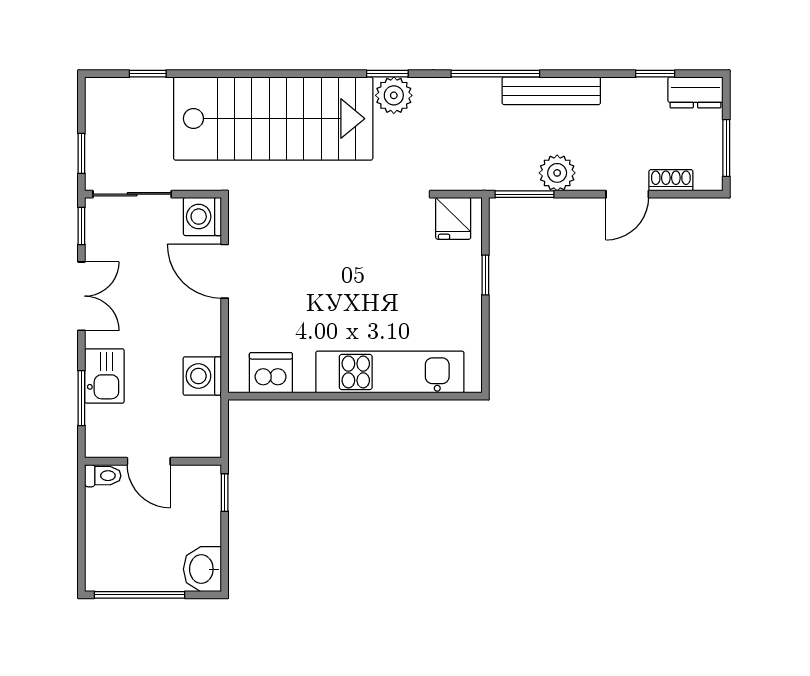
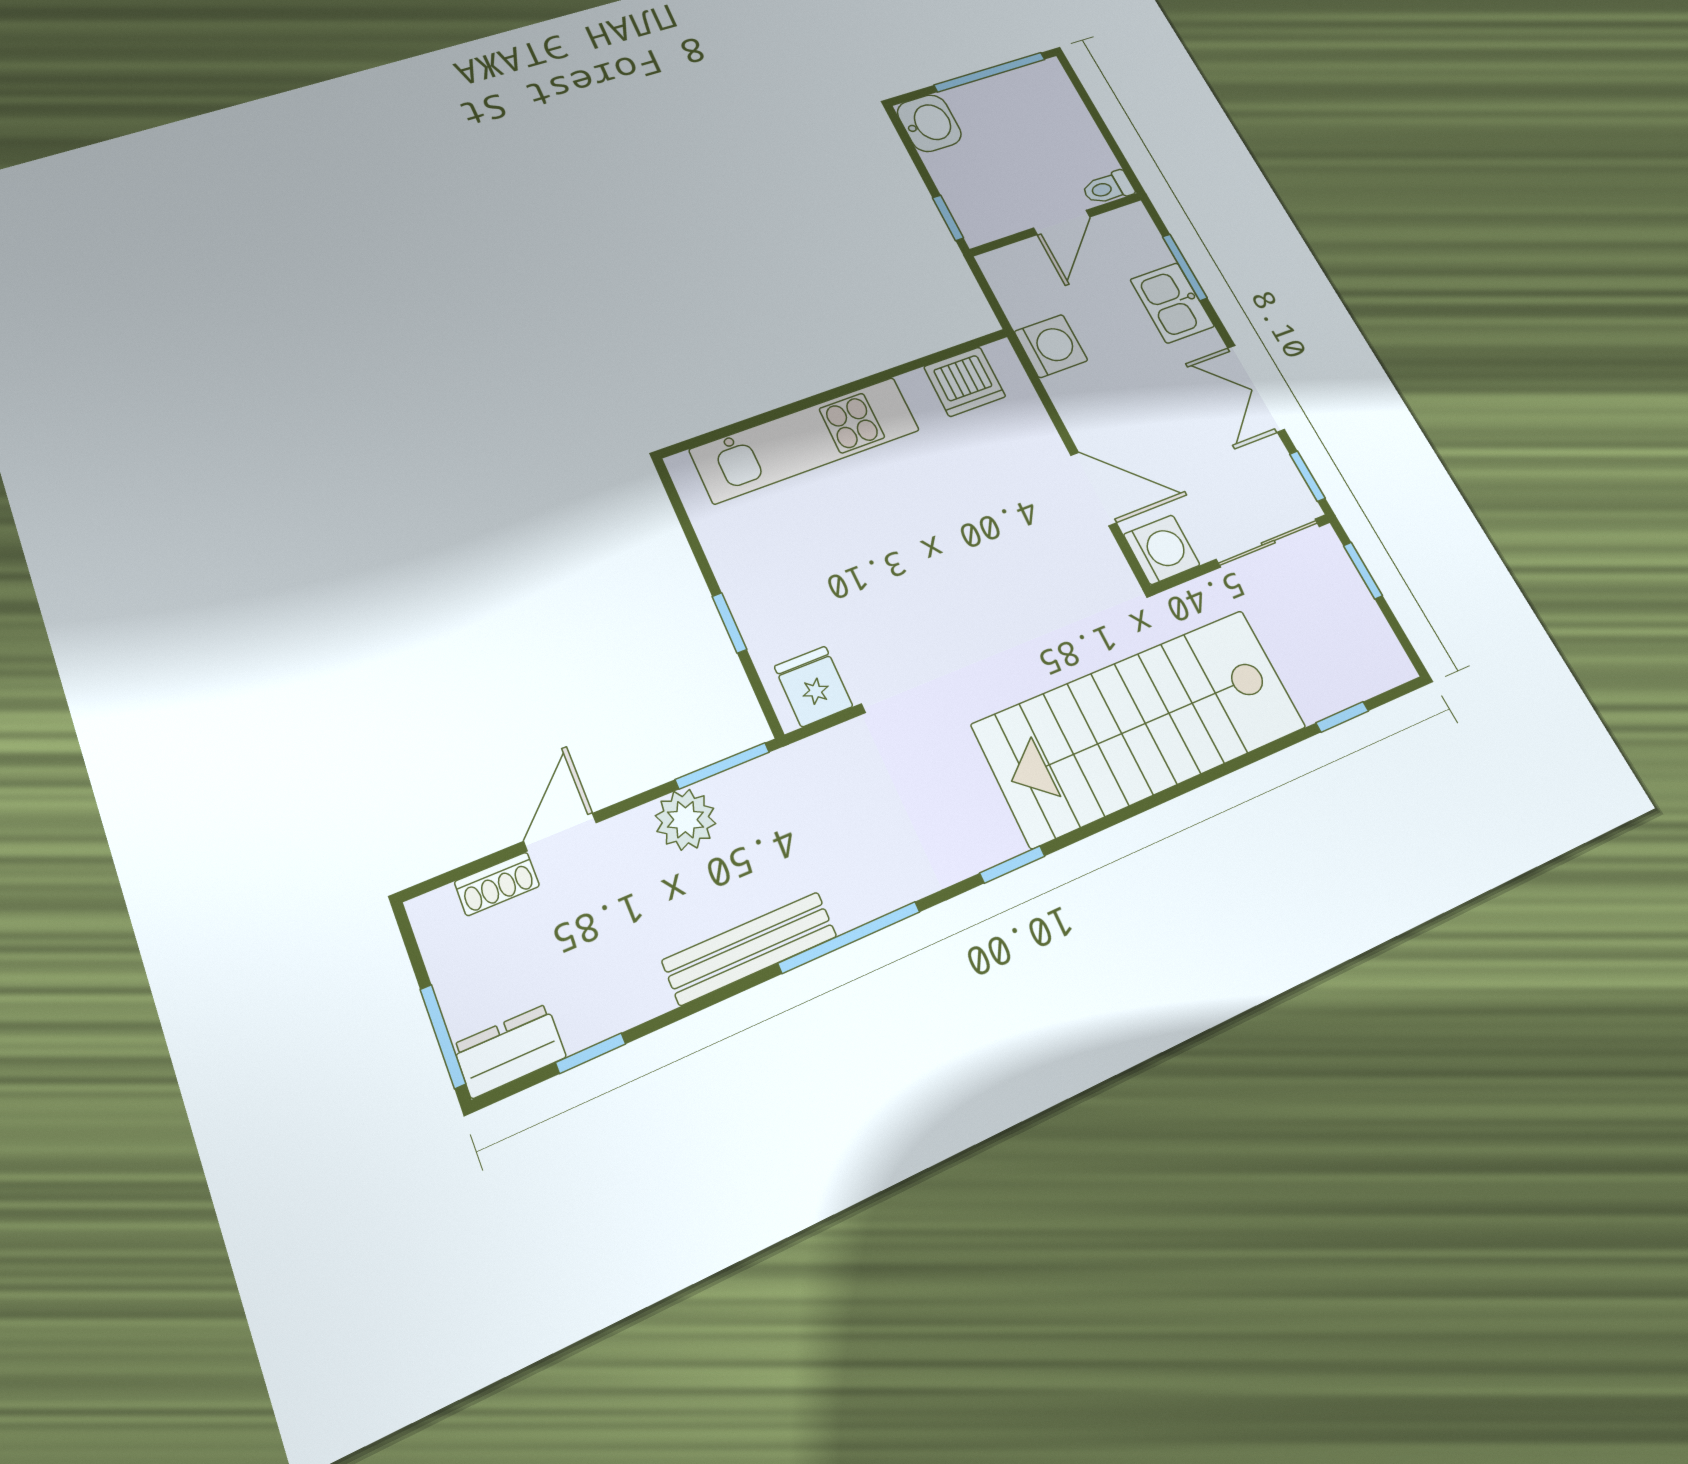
plant: (394, 95) -> (987, 835), removed
window: (726, 148) -> (443, 1036), moved
door: (149, 461) -> (1062, 222), swing flipped

